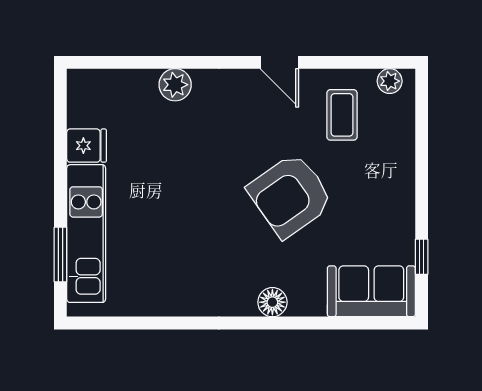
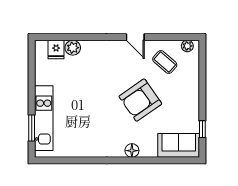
plant: (175, 85) -> (73, 48), moved
coffee table: (342, 115) -> (165, 62), turned -49
fridge: (87, 146) -> (56, 50), moved, turned 90

